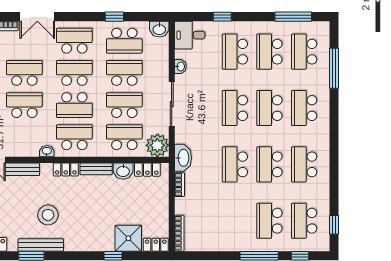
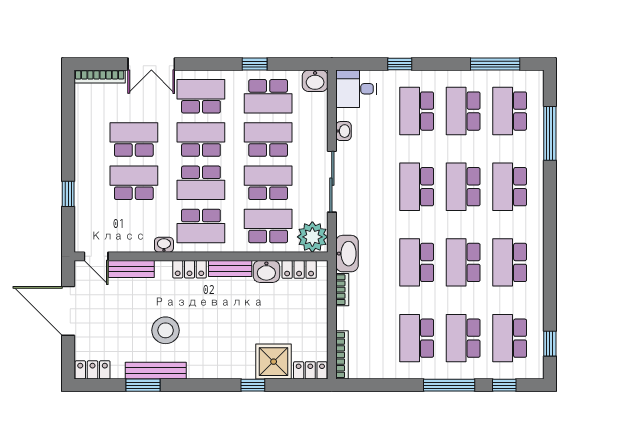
school desk: (74, 137) -> (201, 226), turned 180
school desk: (235, 221) -> (417, 338), added

